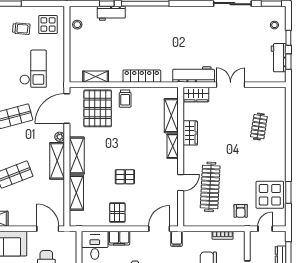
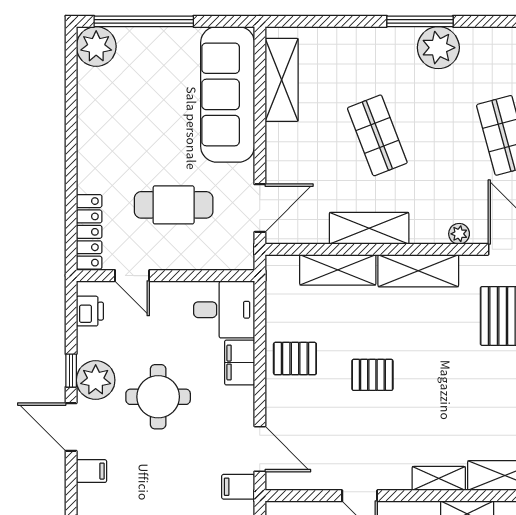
shelving: (57, 161) -> (369, 228), moved
pallet: (125, 177) -> (372, 375), turned 90

